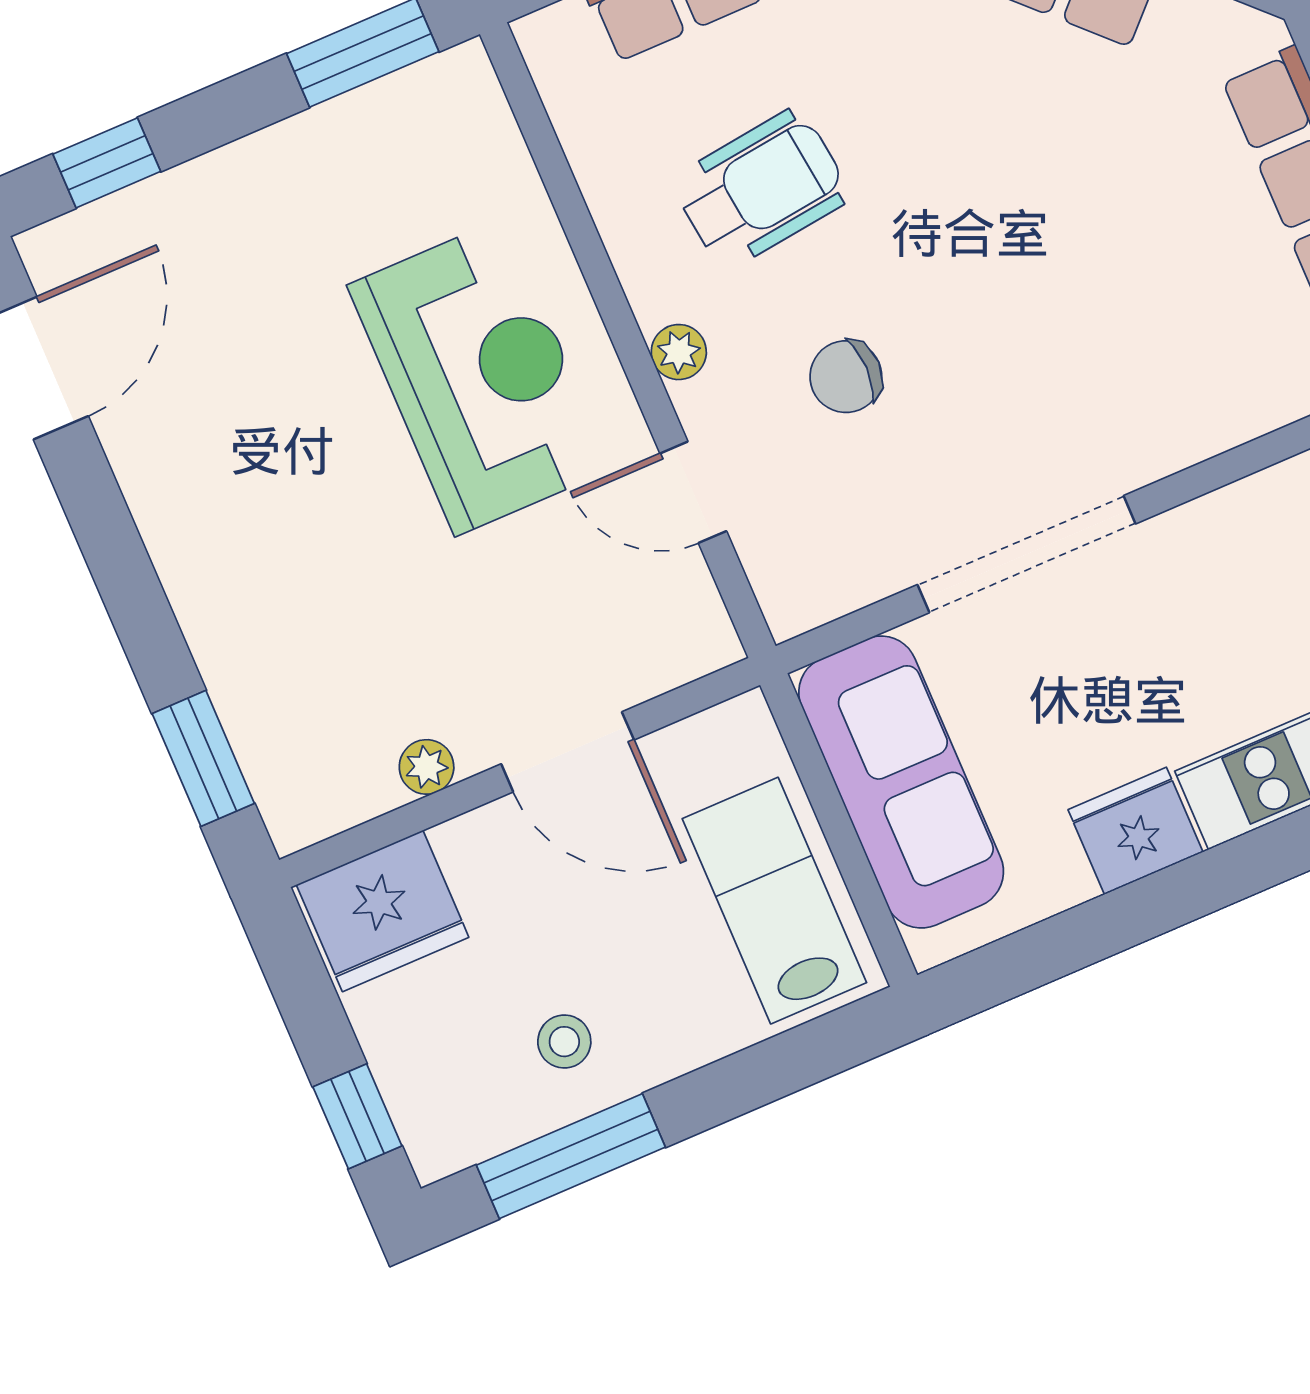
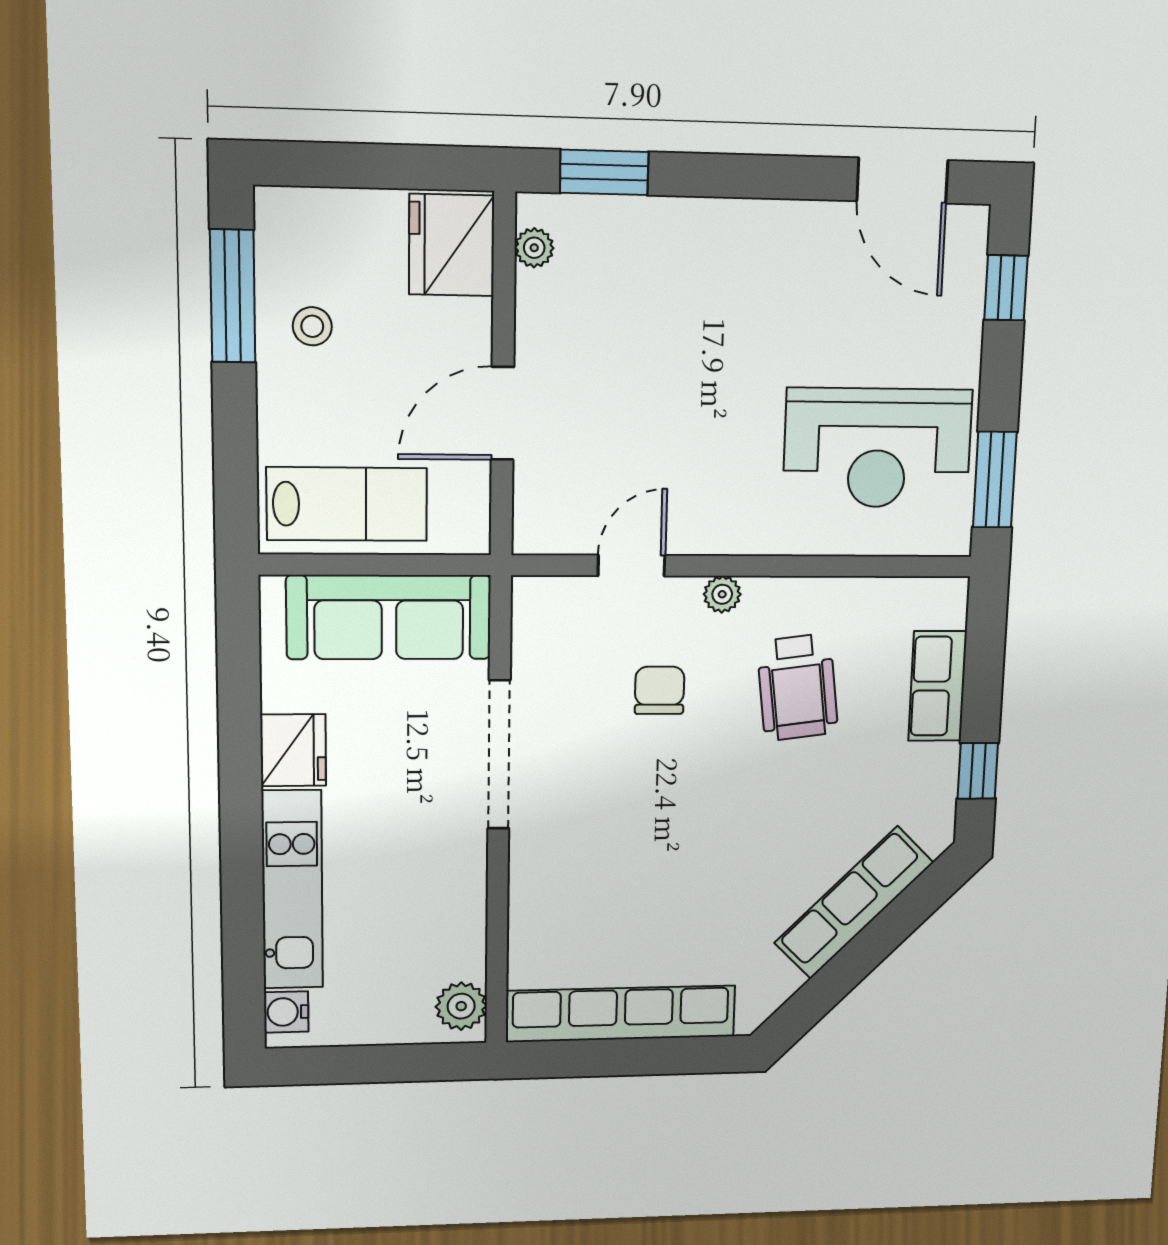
reception desk: (480, 377) -> (877, 448), moved
plant: (427, 767) -> (534, 248), moved
window: (357, 1116) -> (321, 165), removed

